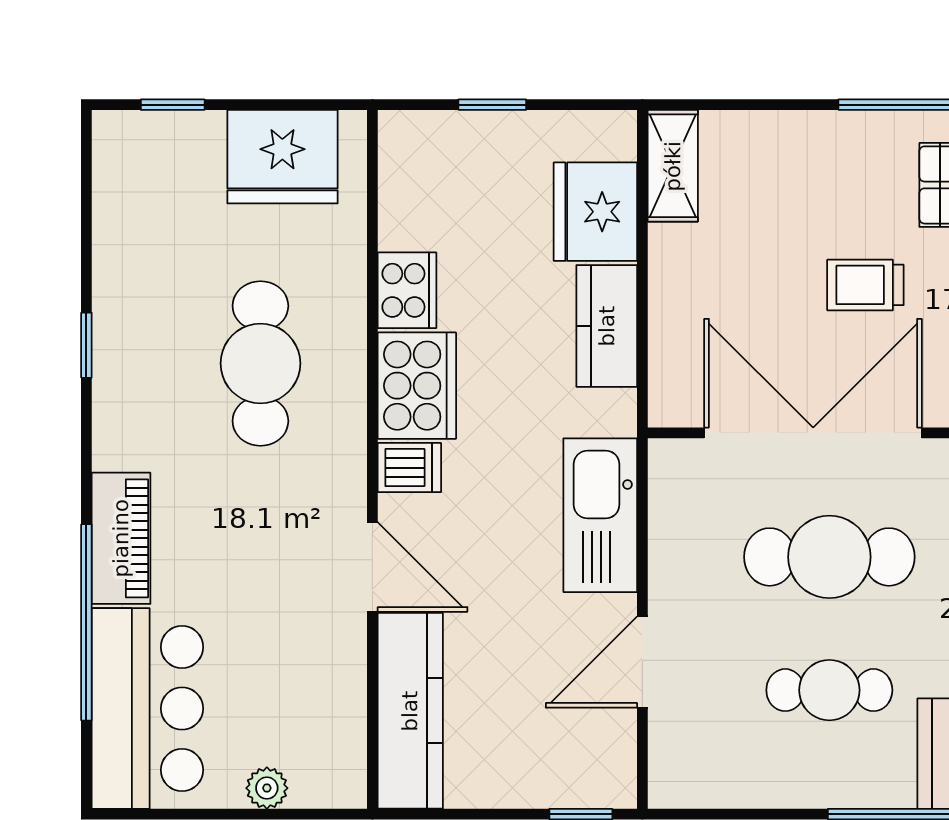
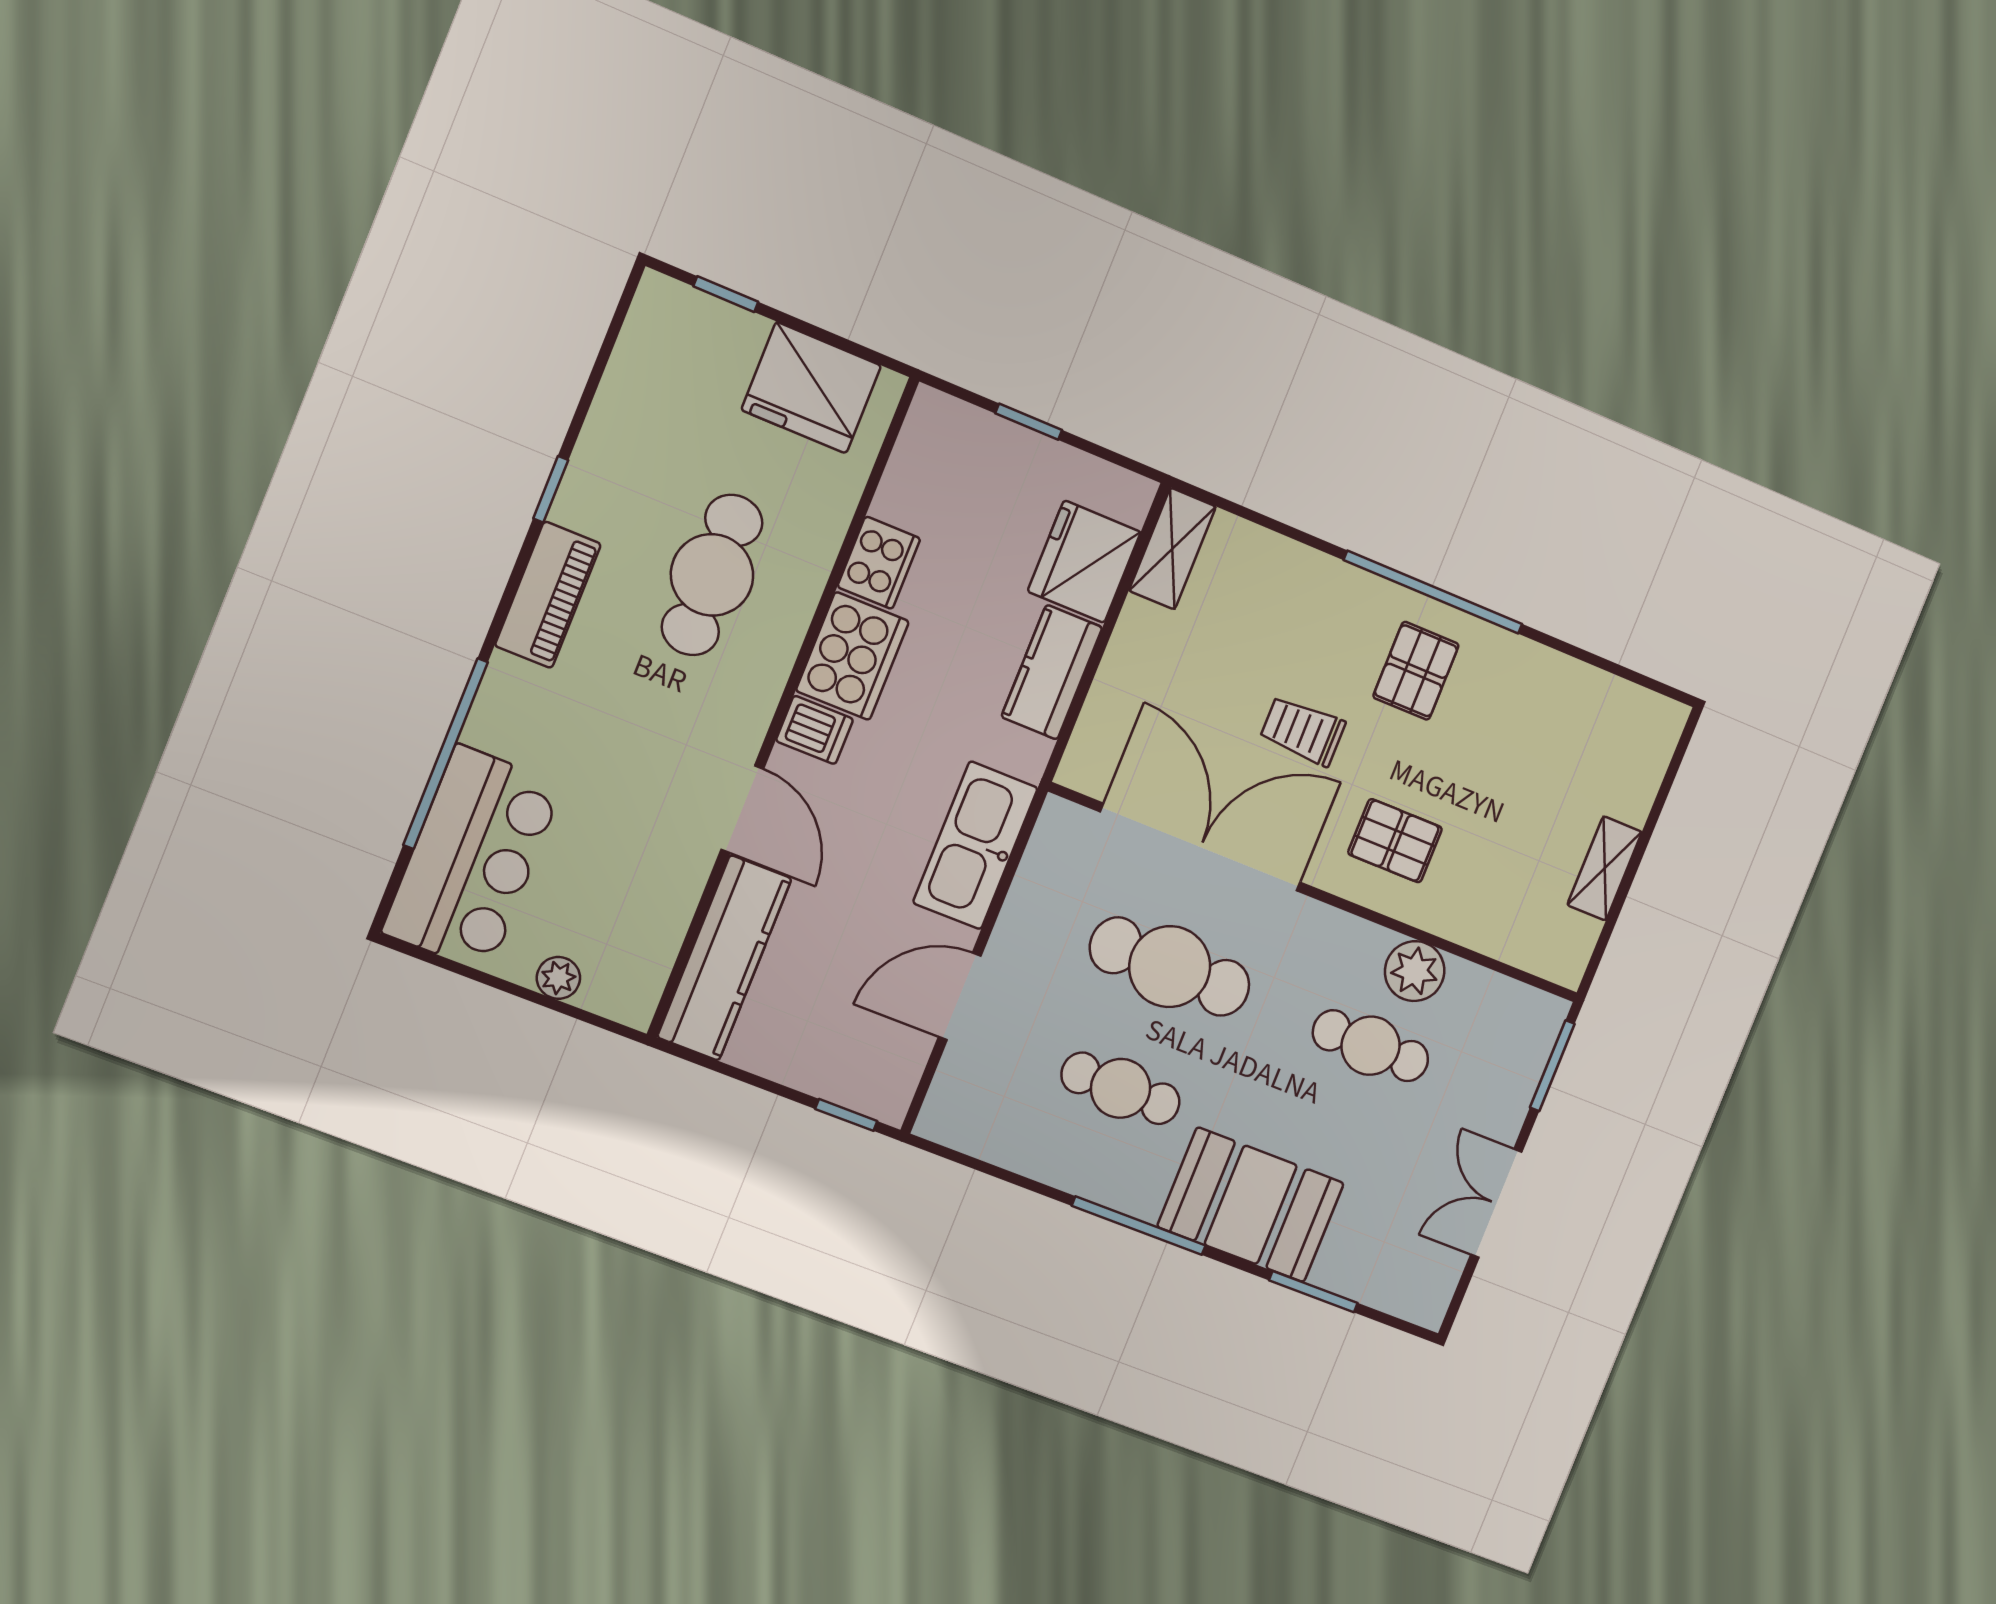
piano: (121, 538) -> (548, 595), moved

